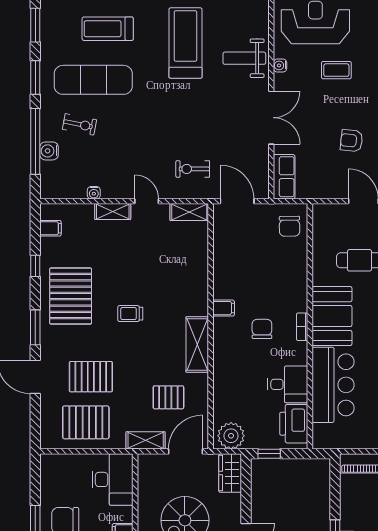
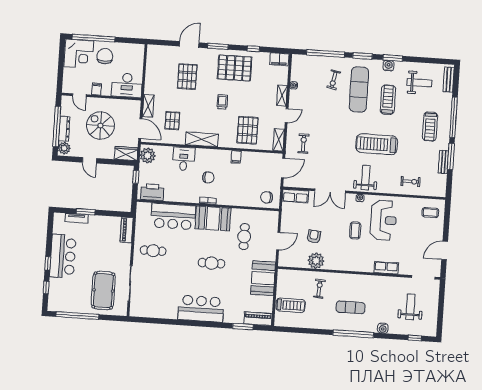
treadmill: (185, 43) -> (377, 144), turned 180
water cooler: (49, 151) -> (388, 66), moved
filing cabinet: (50, 228) -> (279, 59), width x2.00
filing cabinet: (224, 308) -> (236, 157), moved
desk: (288, 384) -> (184, 159), moved, turned 180
pallet: (86, 422) -> (248, 130), moved

